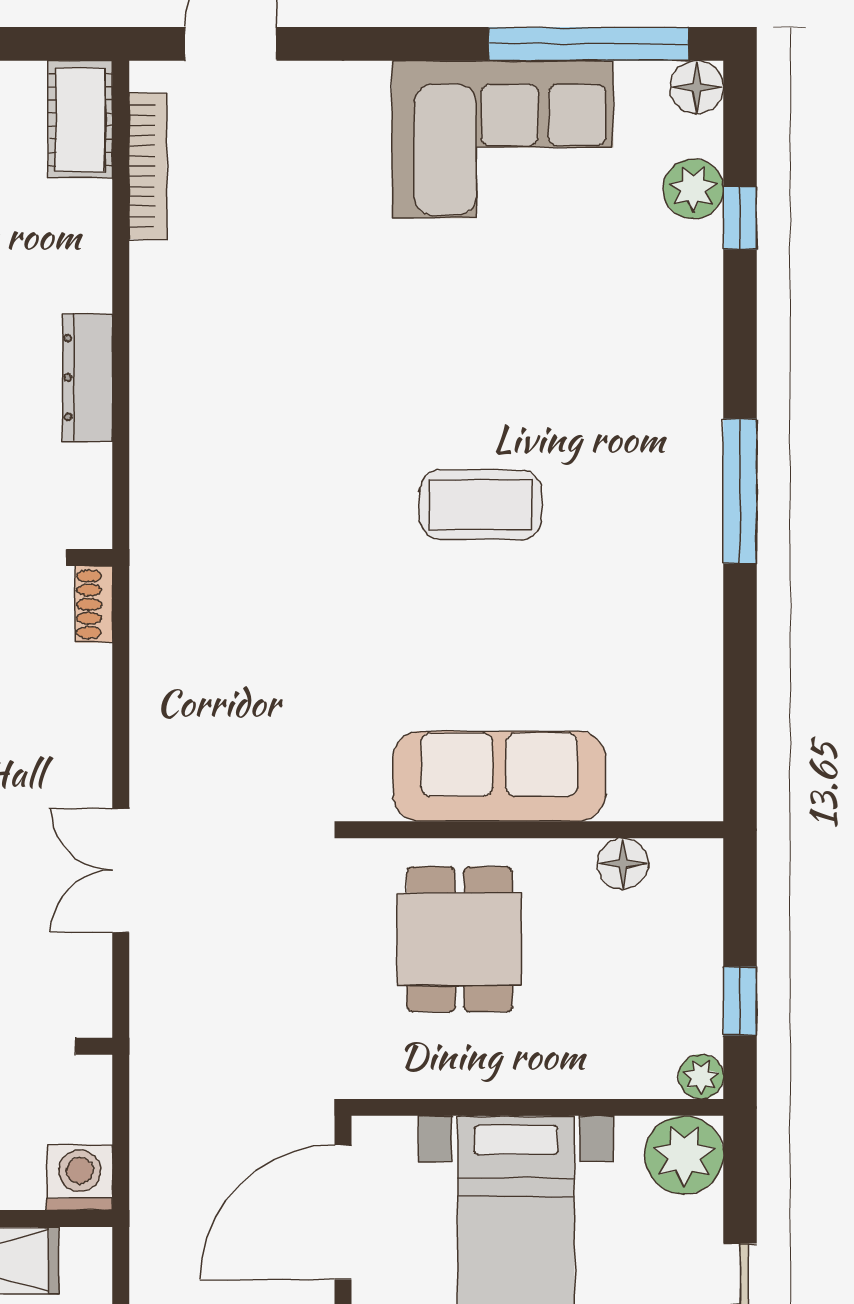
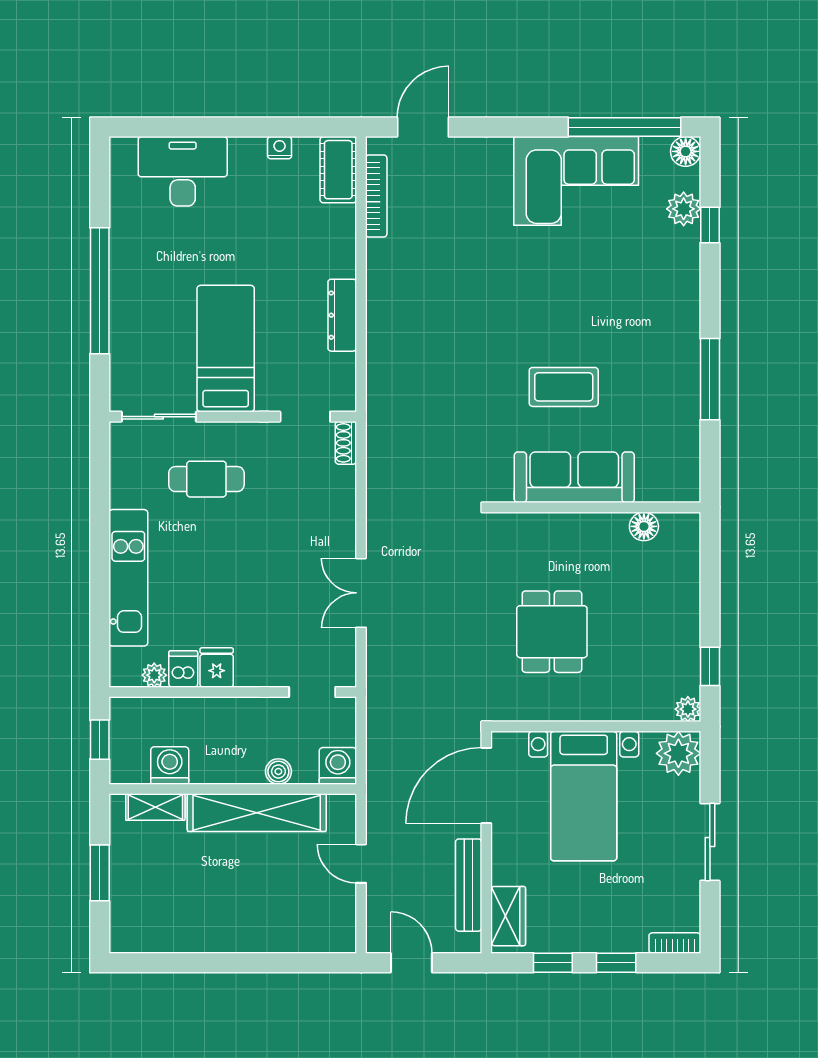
sofa: (499, 776) -> (574, 477), moved
wall: (537, 830) -> (596, 507), moved
floor lamp: (623, 864) -> (644, 526), moved

